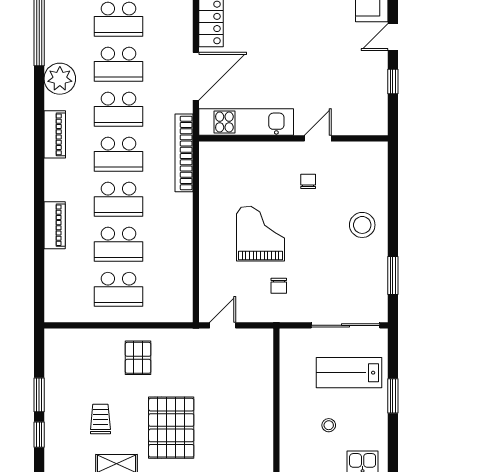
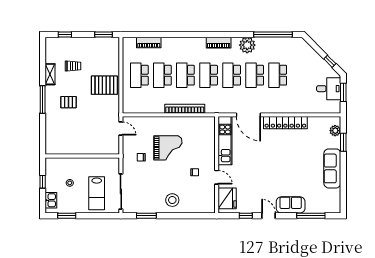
fridge: (359, 118) -> (227, 198), added
bookcase: (184, 153) -> (185, 109), moved
piano: (55, 225) -> (149, 42), moved
pallet: (138, 358) -> (104, 85), width x1.50, depth x1.42
lab bench: (349, 373) -> (97, 193), turned 180
window: (39, 395) -> (104, 35), moved
window: (393, 396) -> (67, 216), moved
pallet: (171, 428) -> (68, 102), width x0.49, depth x0.50

